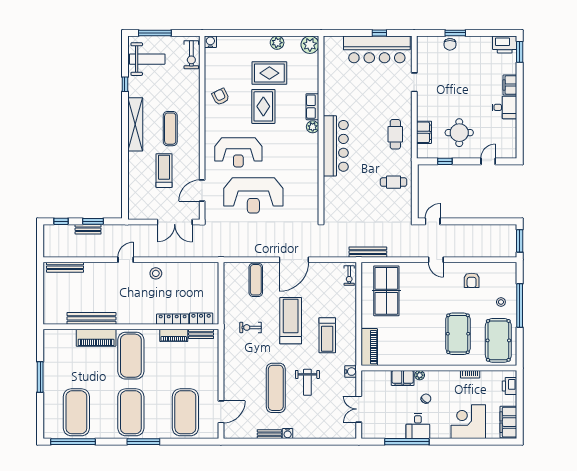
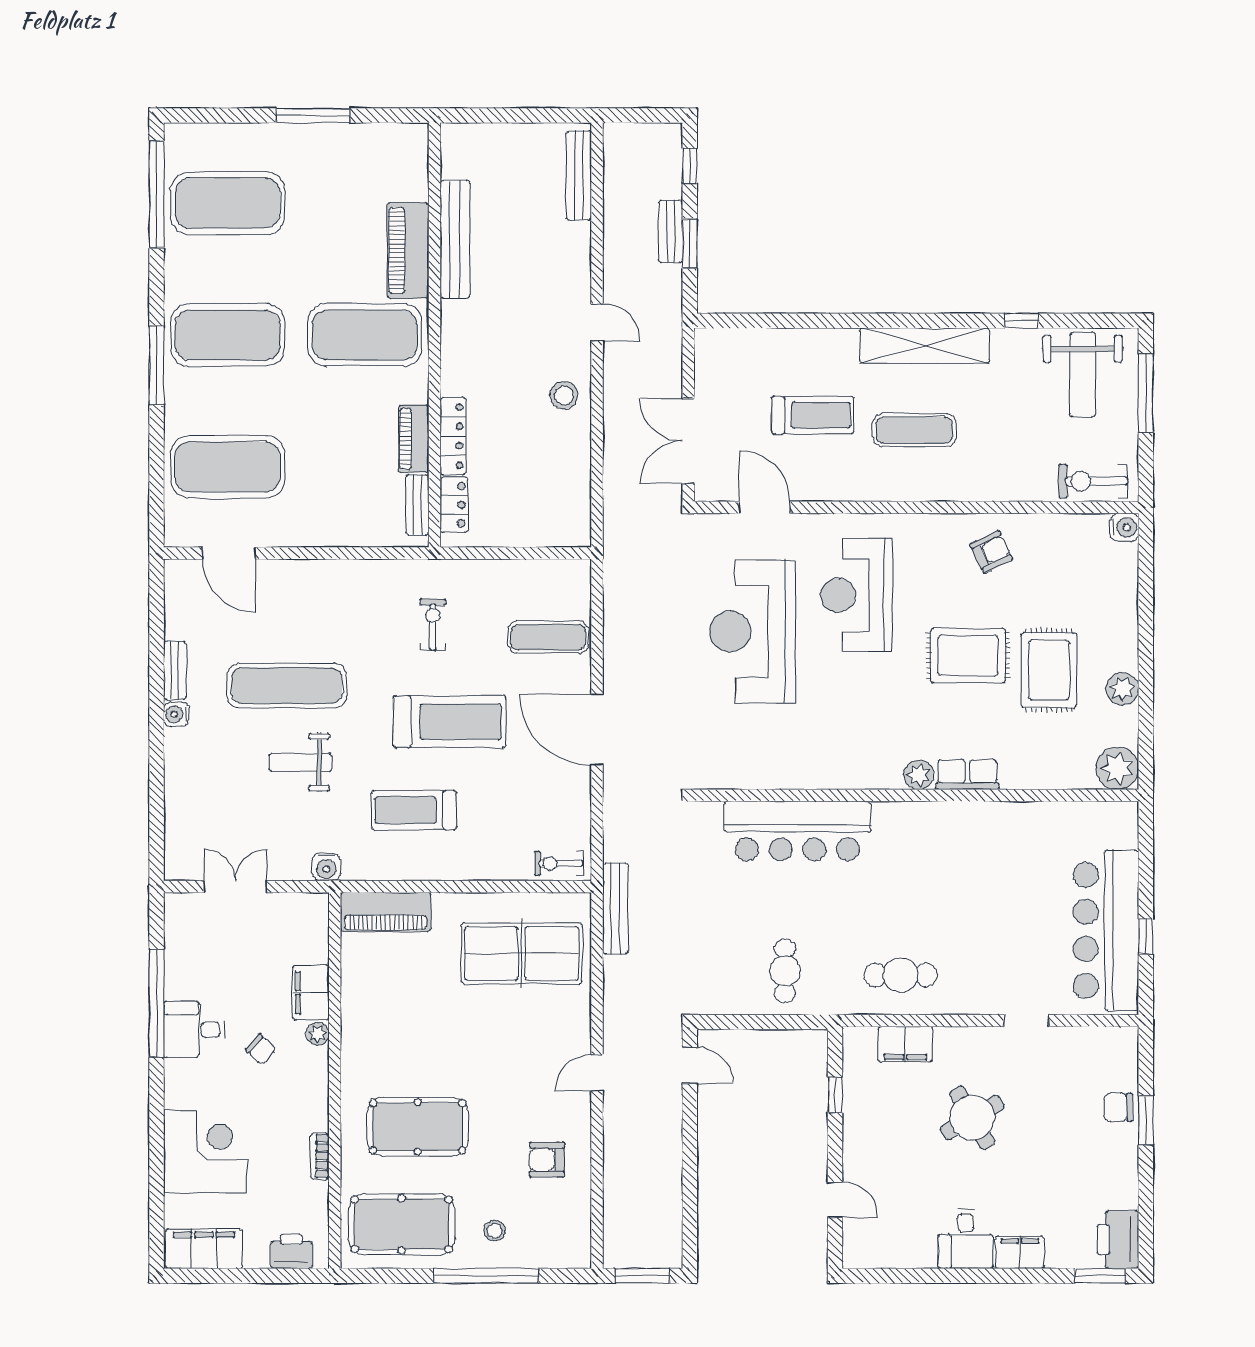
round table: (459, 133) -> (972, 1118), moved, turned -30
bar counter: (336, 146) -> (797, 831), moved

